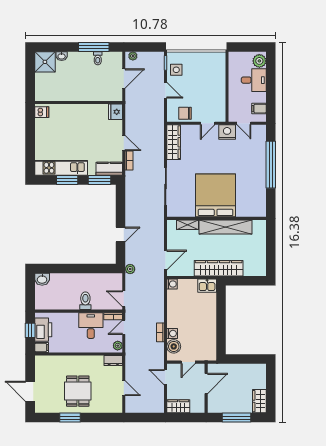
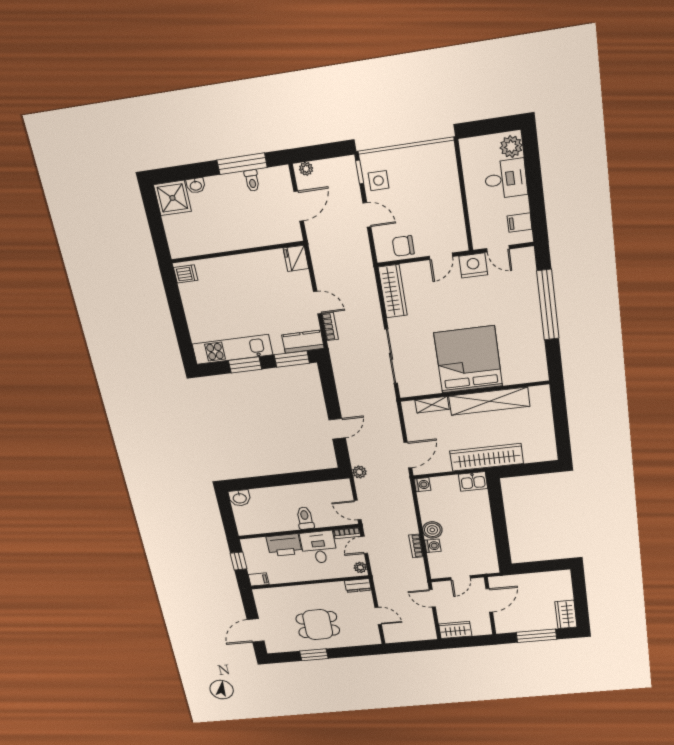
printer: (43, 330) -> (284, 545), moved, turned 90
boiler: (174, 346) -> (432, 530), moved
door: (30, 391) -> (256, 630), hinge flipped
dining table: (78, 391) -> (318, 625), turned 90

